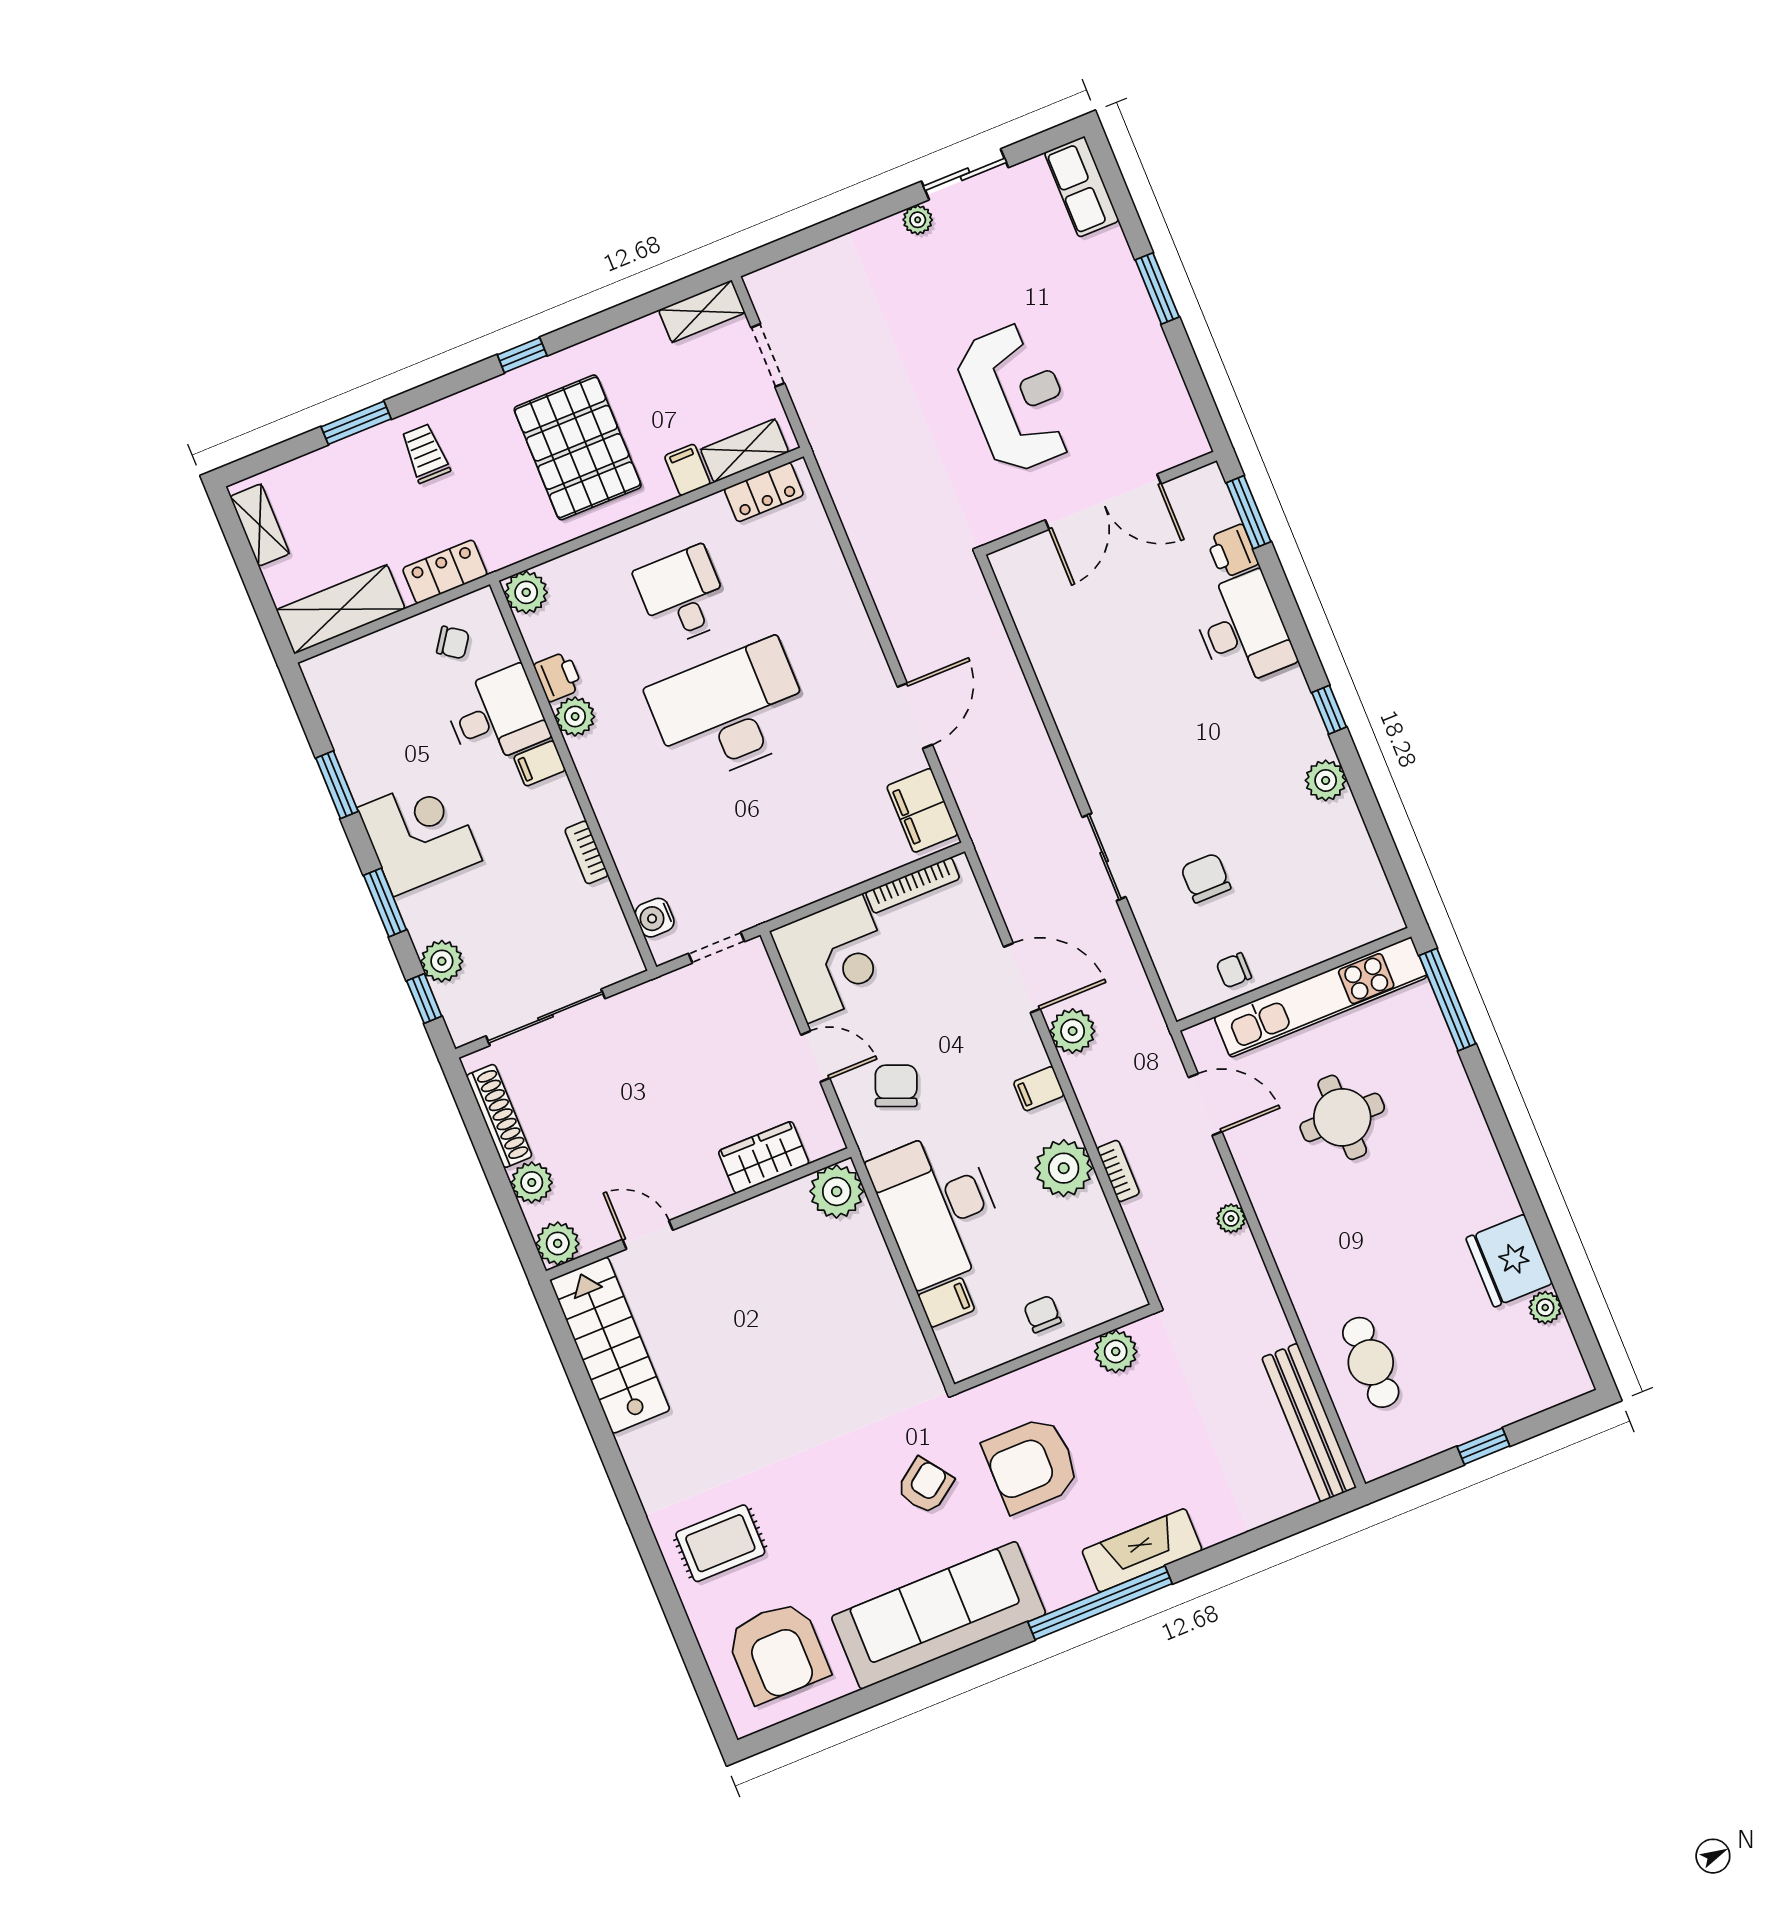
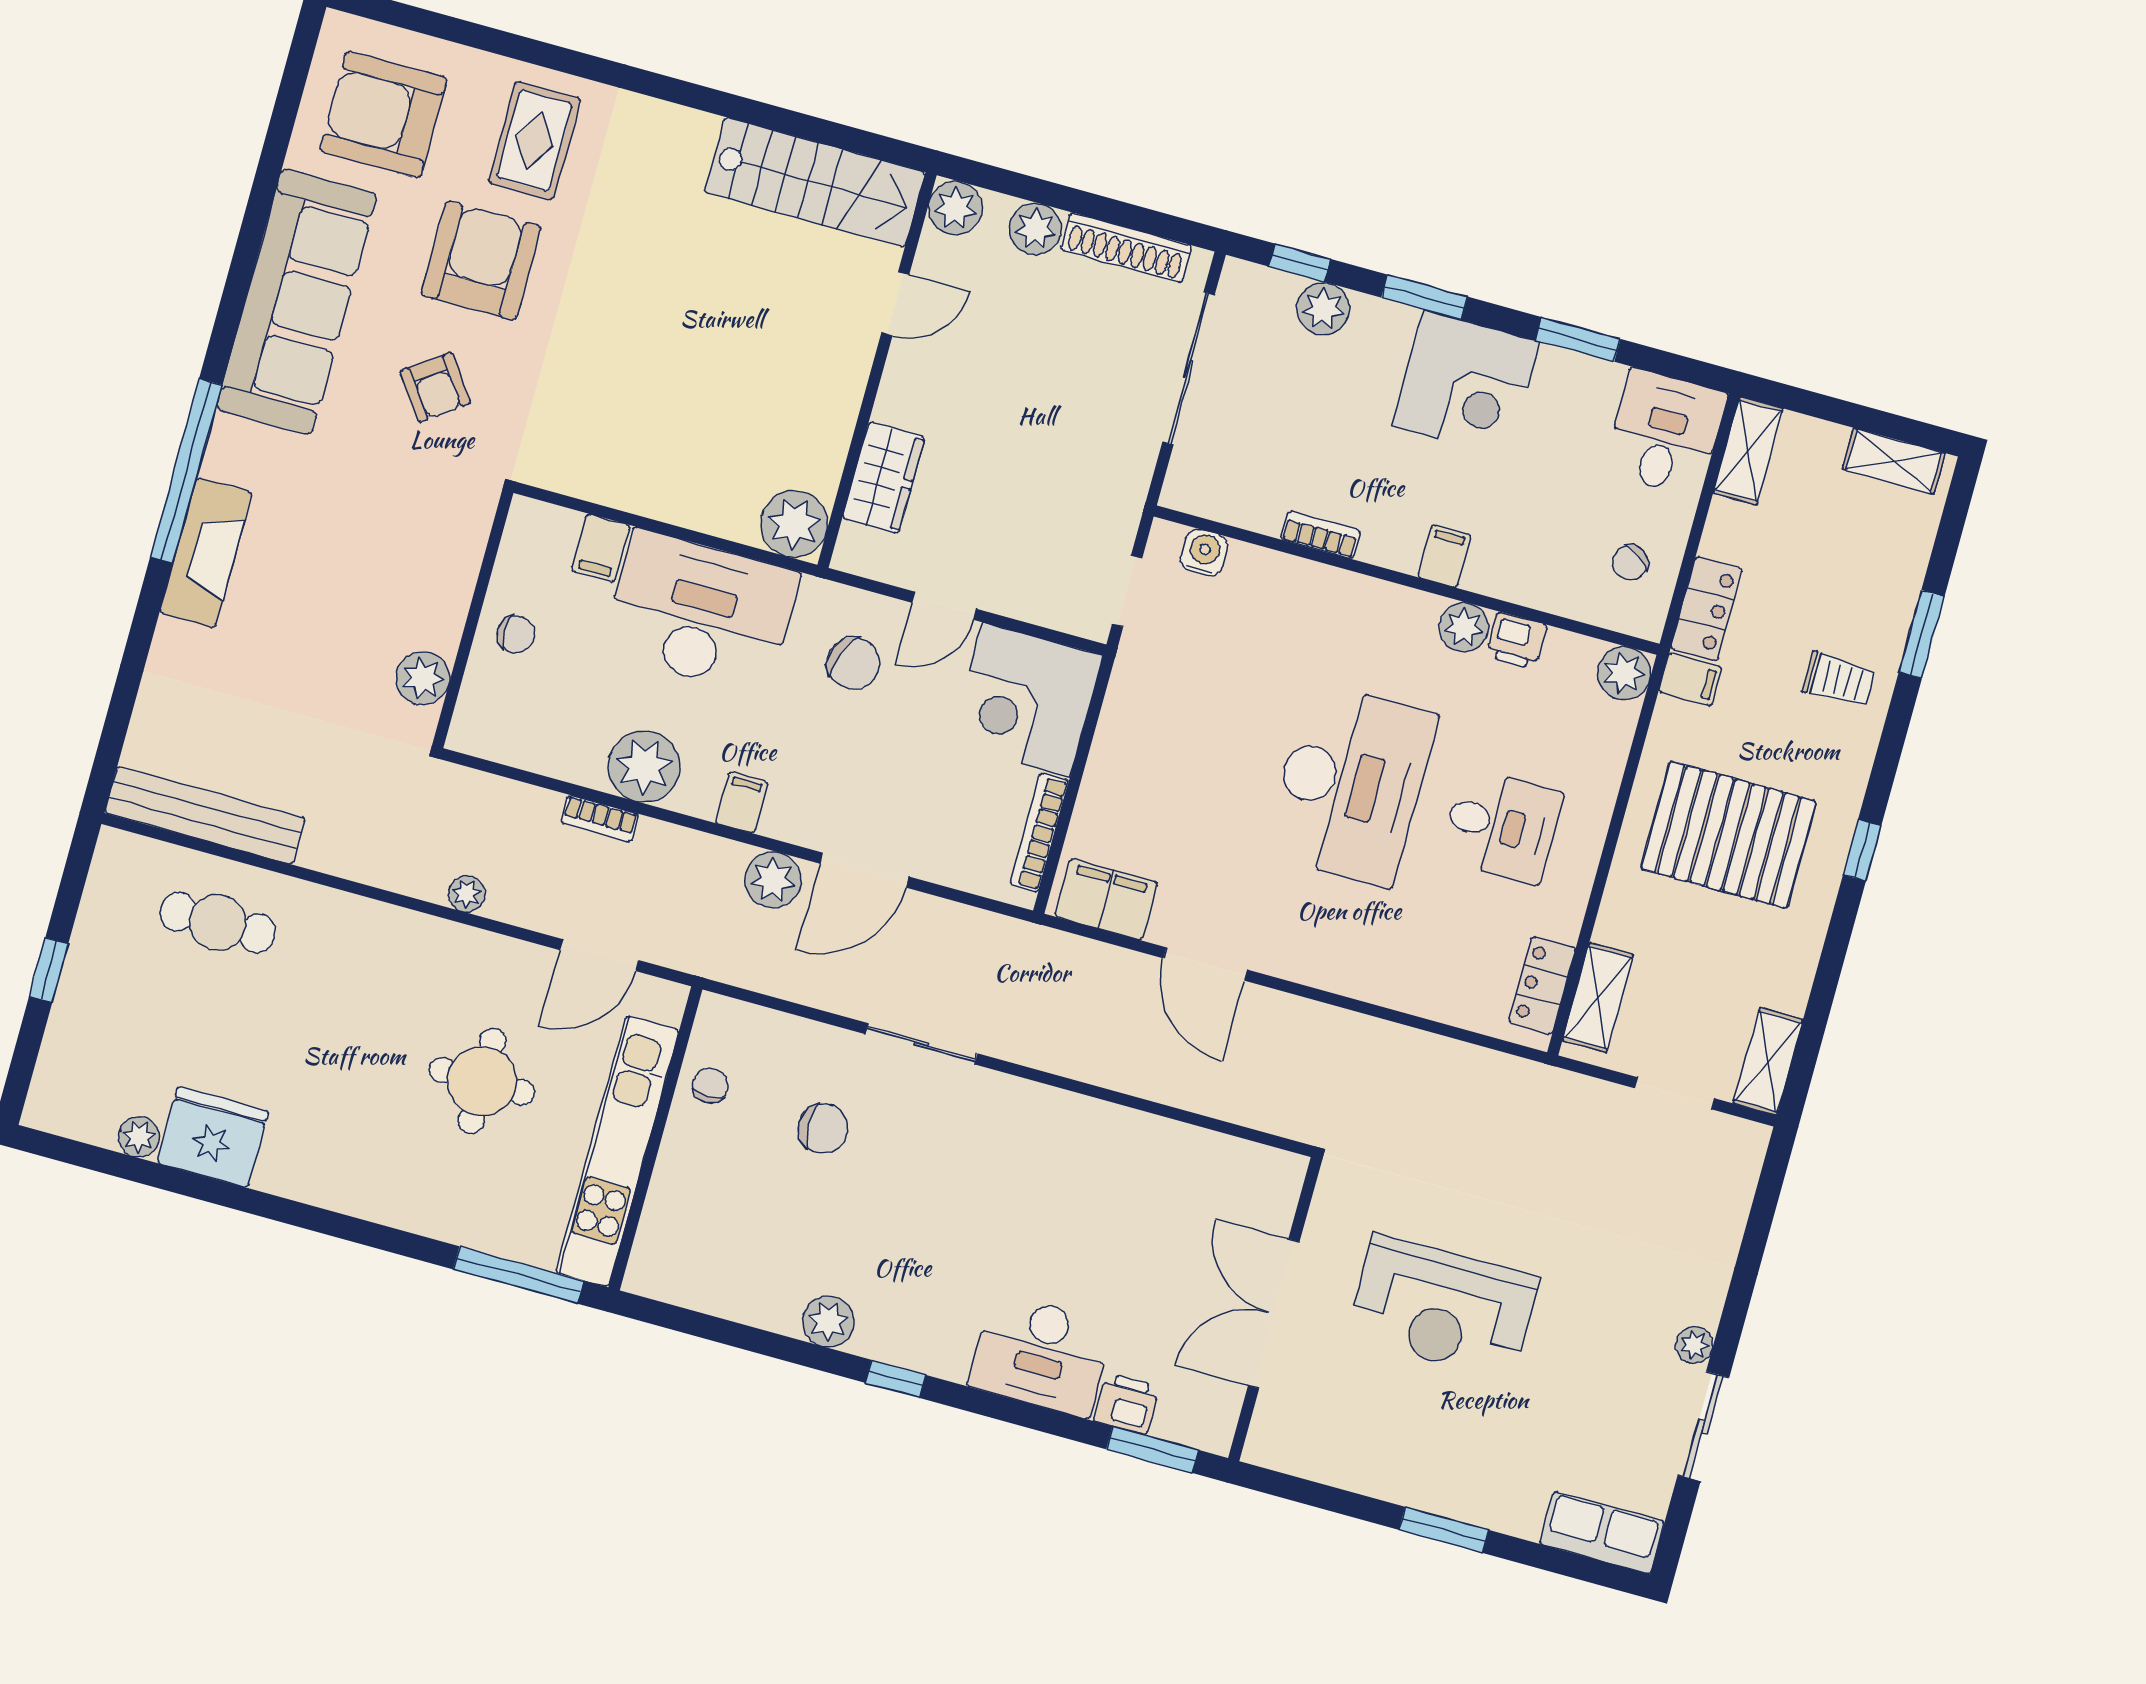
filing cabinet: (687, 470) -> (1690, 679), moved
shelving: (341, 609) -> (1748, 451), width x0.67, depth x0.75
desk: (496, 716) -> (1665, 433), moved, turned 180
armchair: (1031, 1465) -> (481, 260), moved

